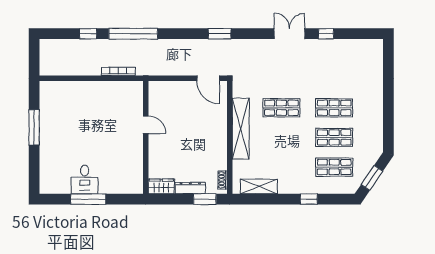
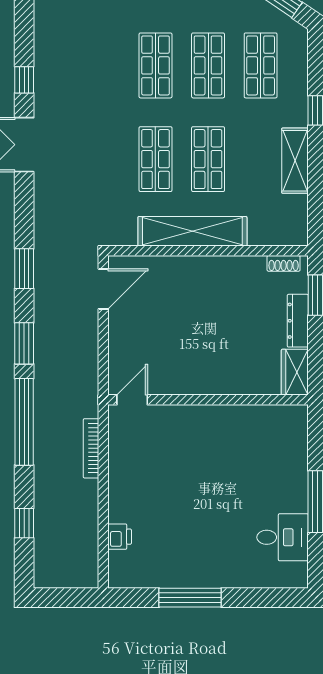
window: (88, 34) -> (24, 523), moved
window: (177, 34) -> (24, 343), added
printer: (69, 88) -> (120, 537), added
door: (146, 125) -> (132, 400), moved
shop shelf: (281, 137) -> (208, 159), added
desk: (85, 179) -> (283, 537), moved
shelving: (259, 186) -> (295, 161), moved

